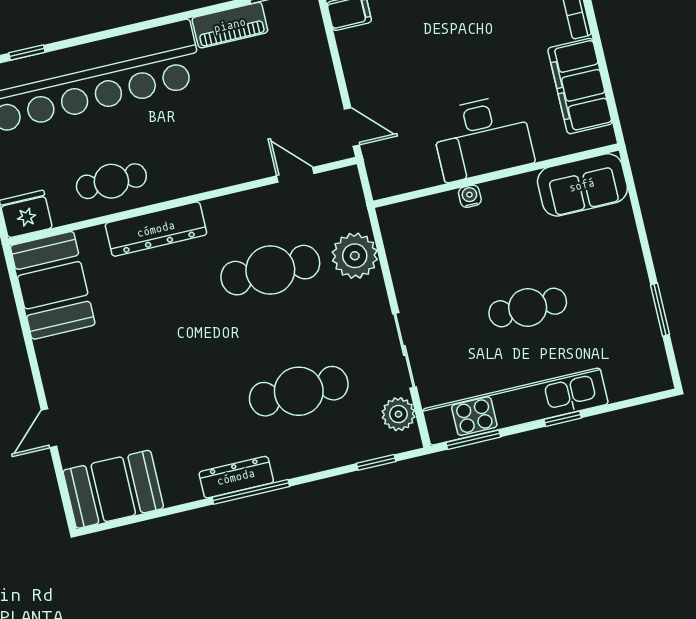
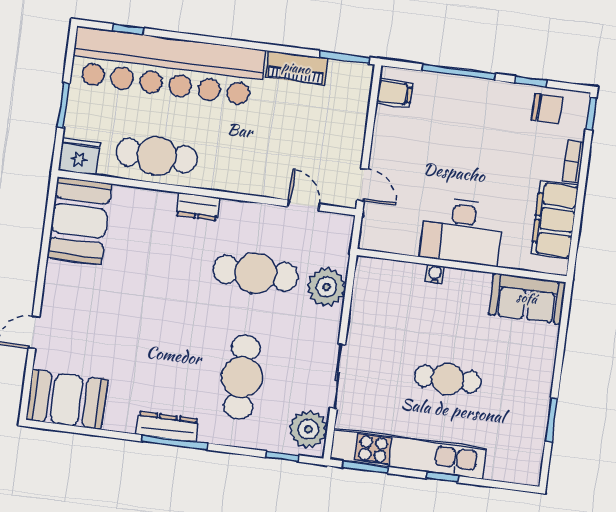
cafe table: (111, 181) -> (157, 156), width x1.37, depth x1.35
dresser: (156, 229) -> (198, 207), width x0.51, depth x0.80
cafe table: (299, 391) -> (242, 377), turned 90
plant: (398, 414) -> (308, 429), width x1.36, depth x1.36

